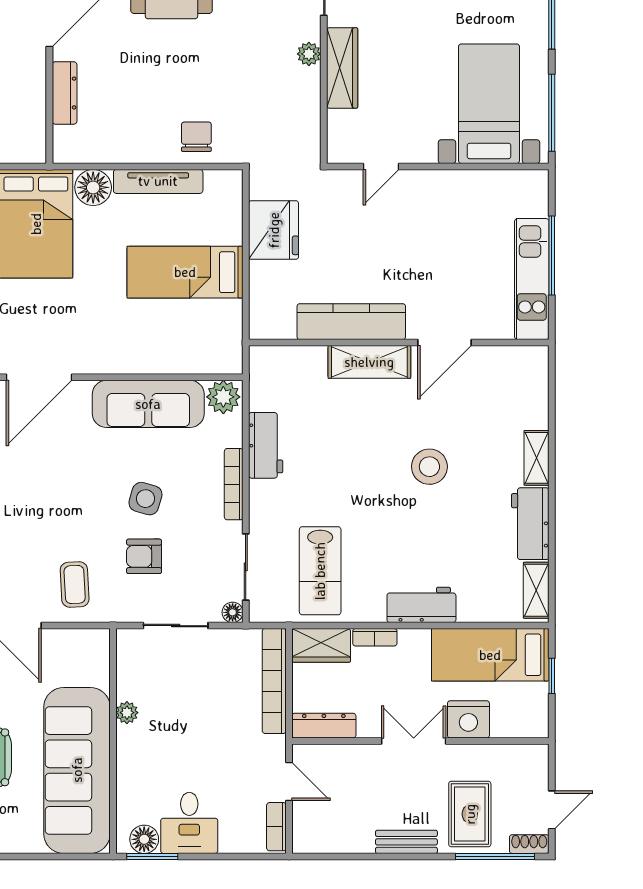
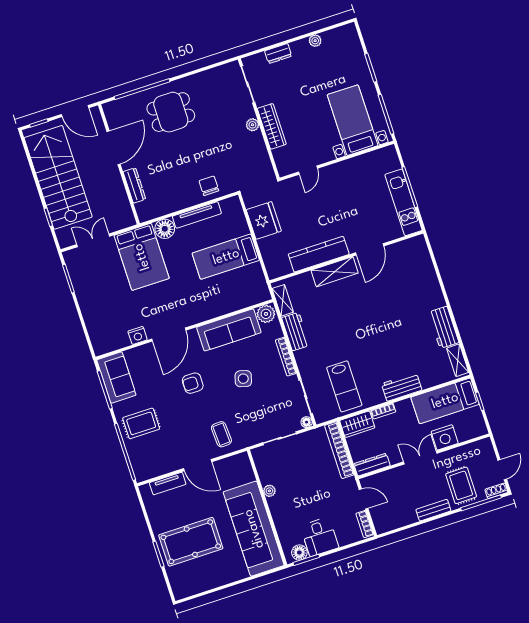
shelving: (537, 458) -> (283, 300), moved
stool: (429, 467) -> (383, 315), removed
armchair: (144, 556) -> (193, 383), moved

